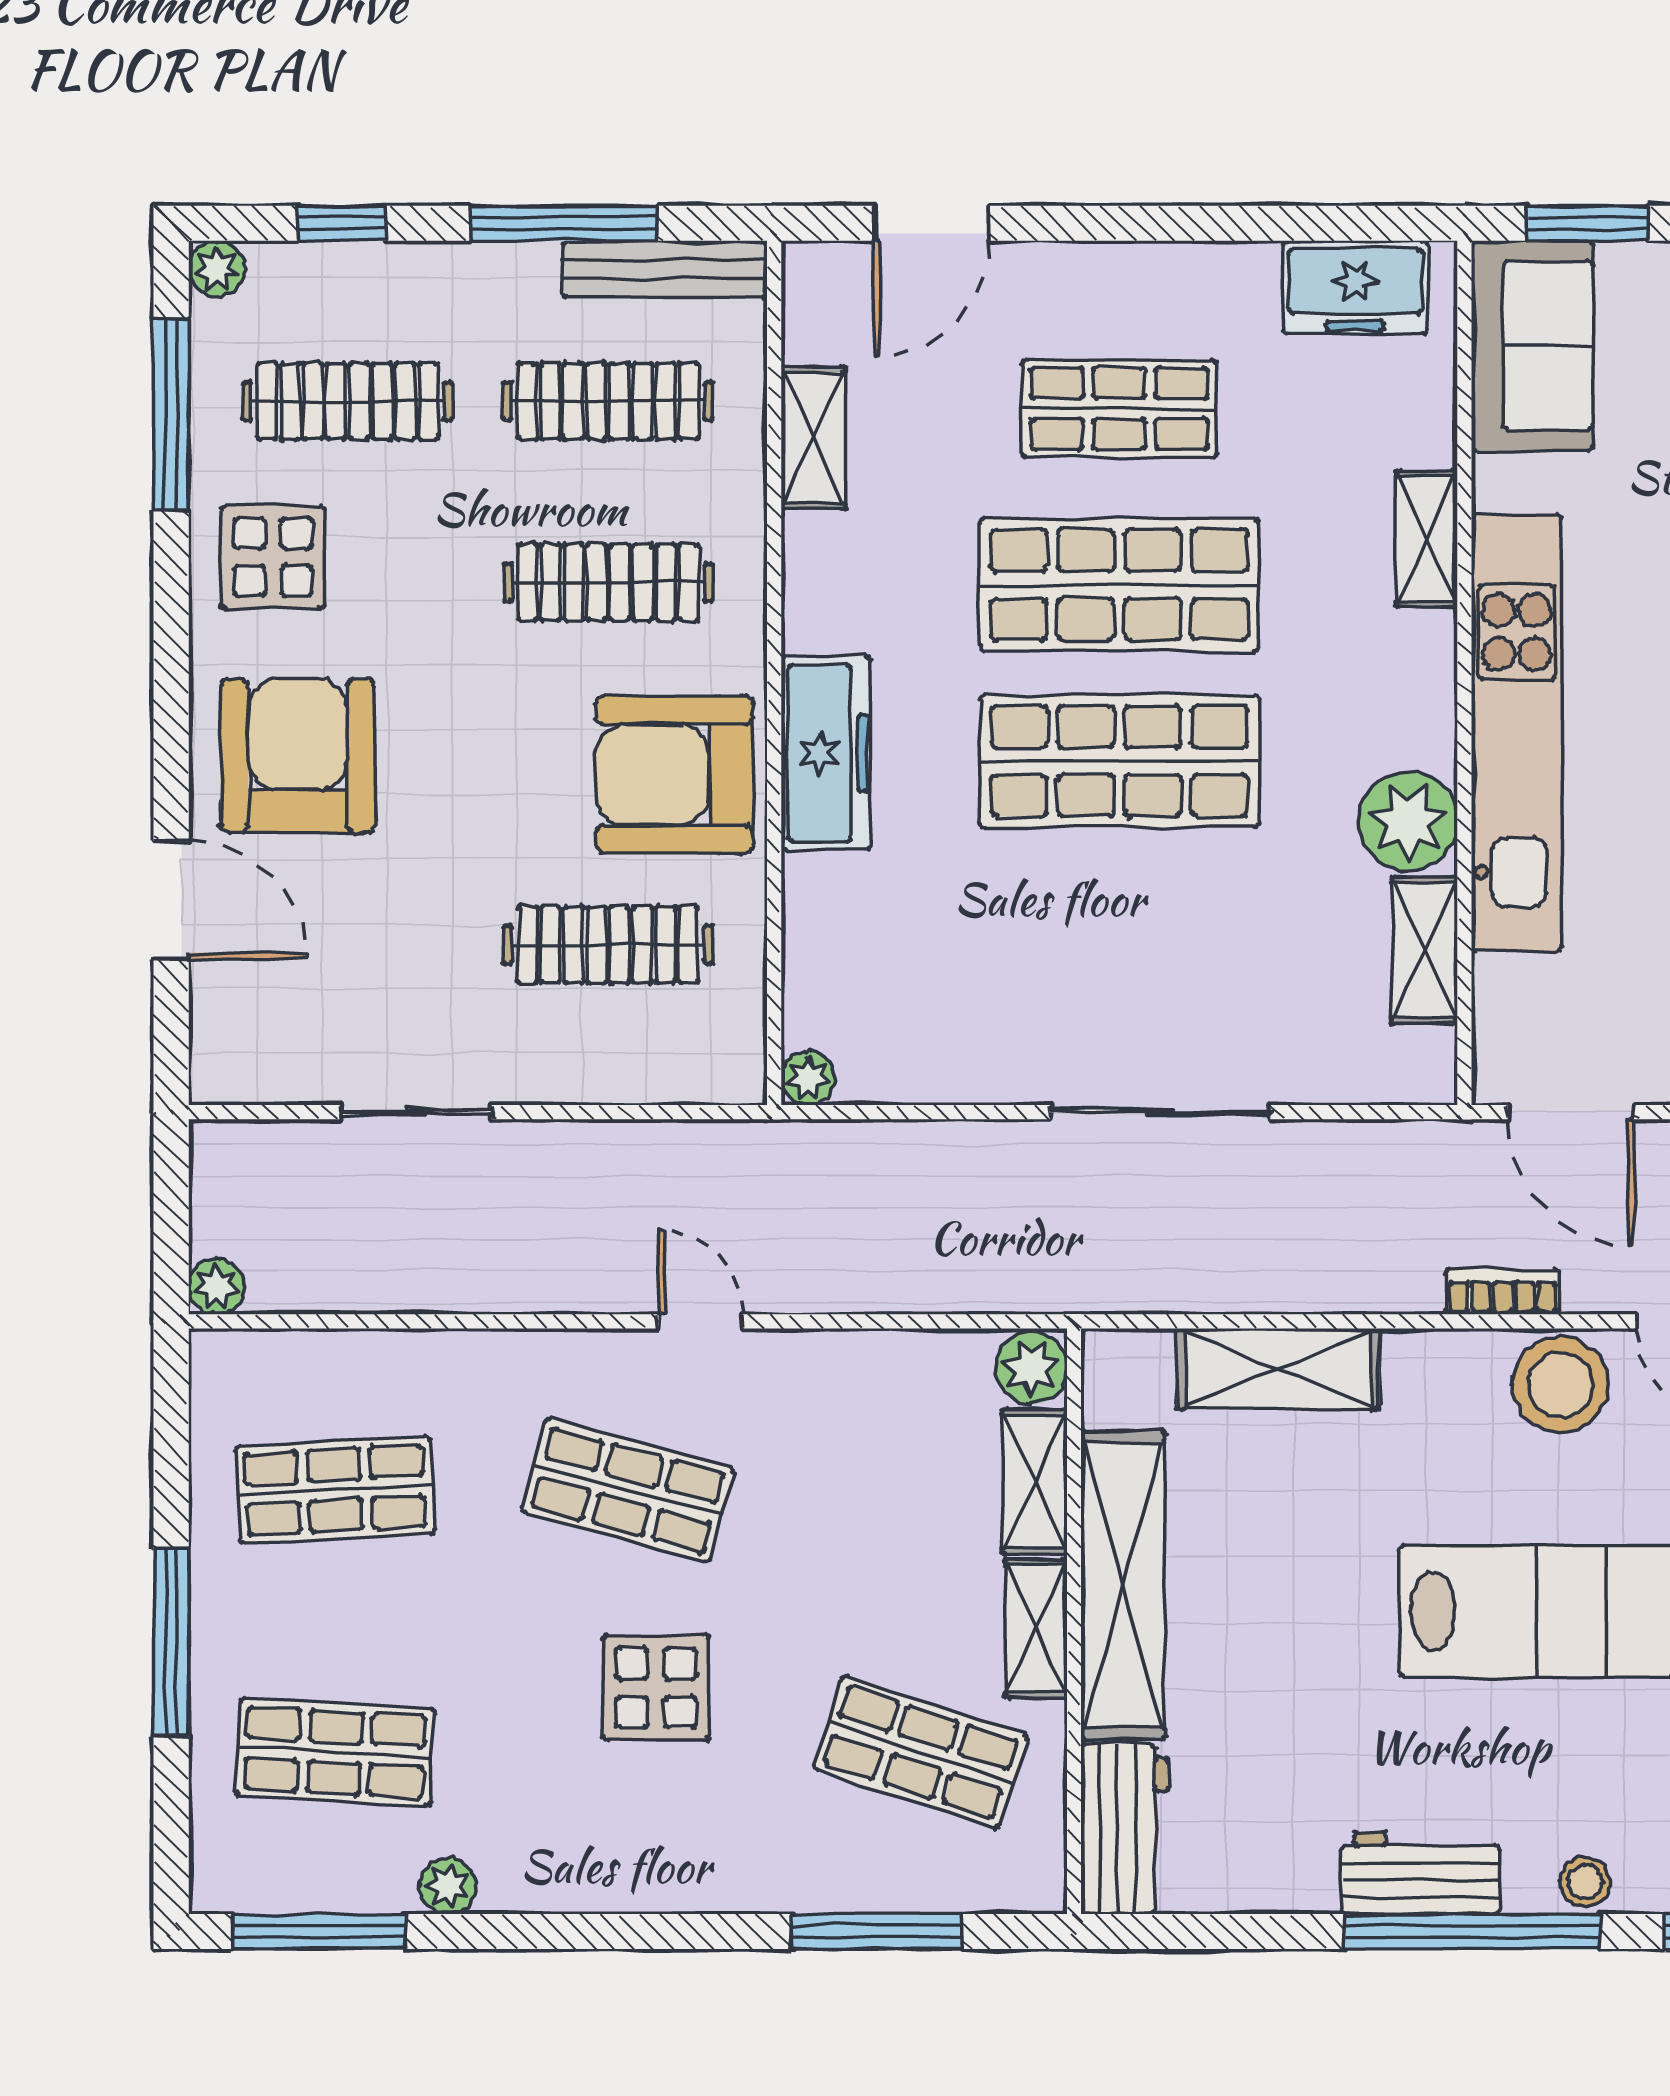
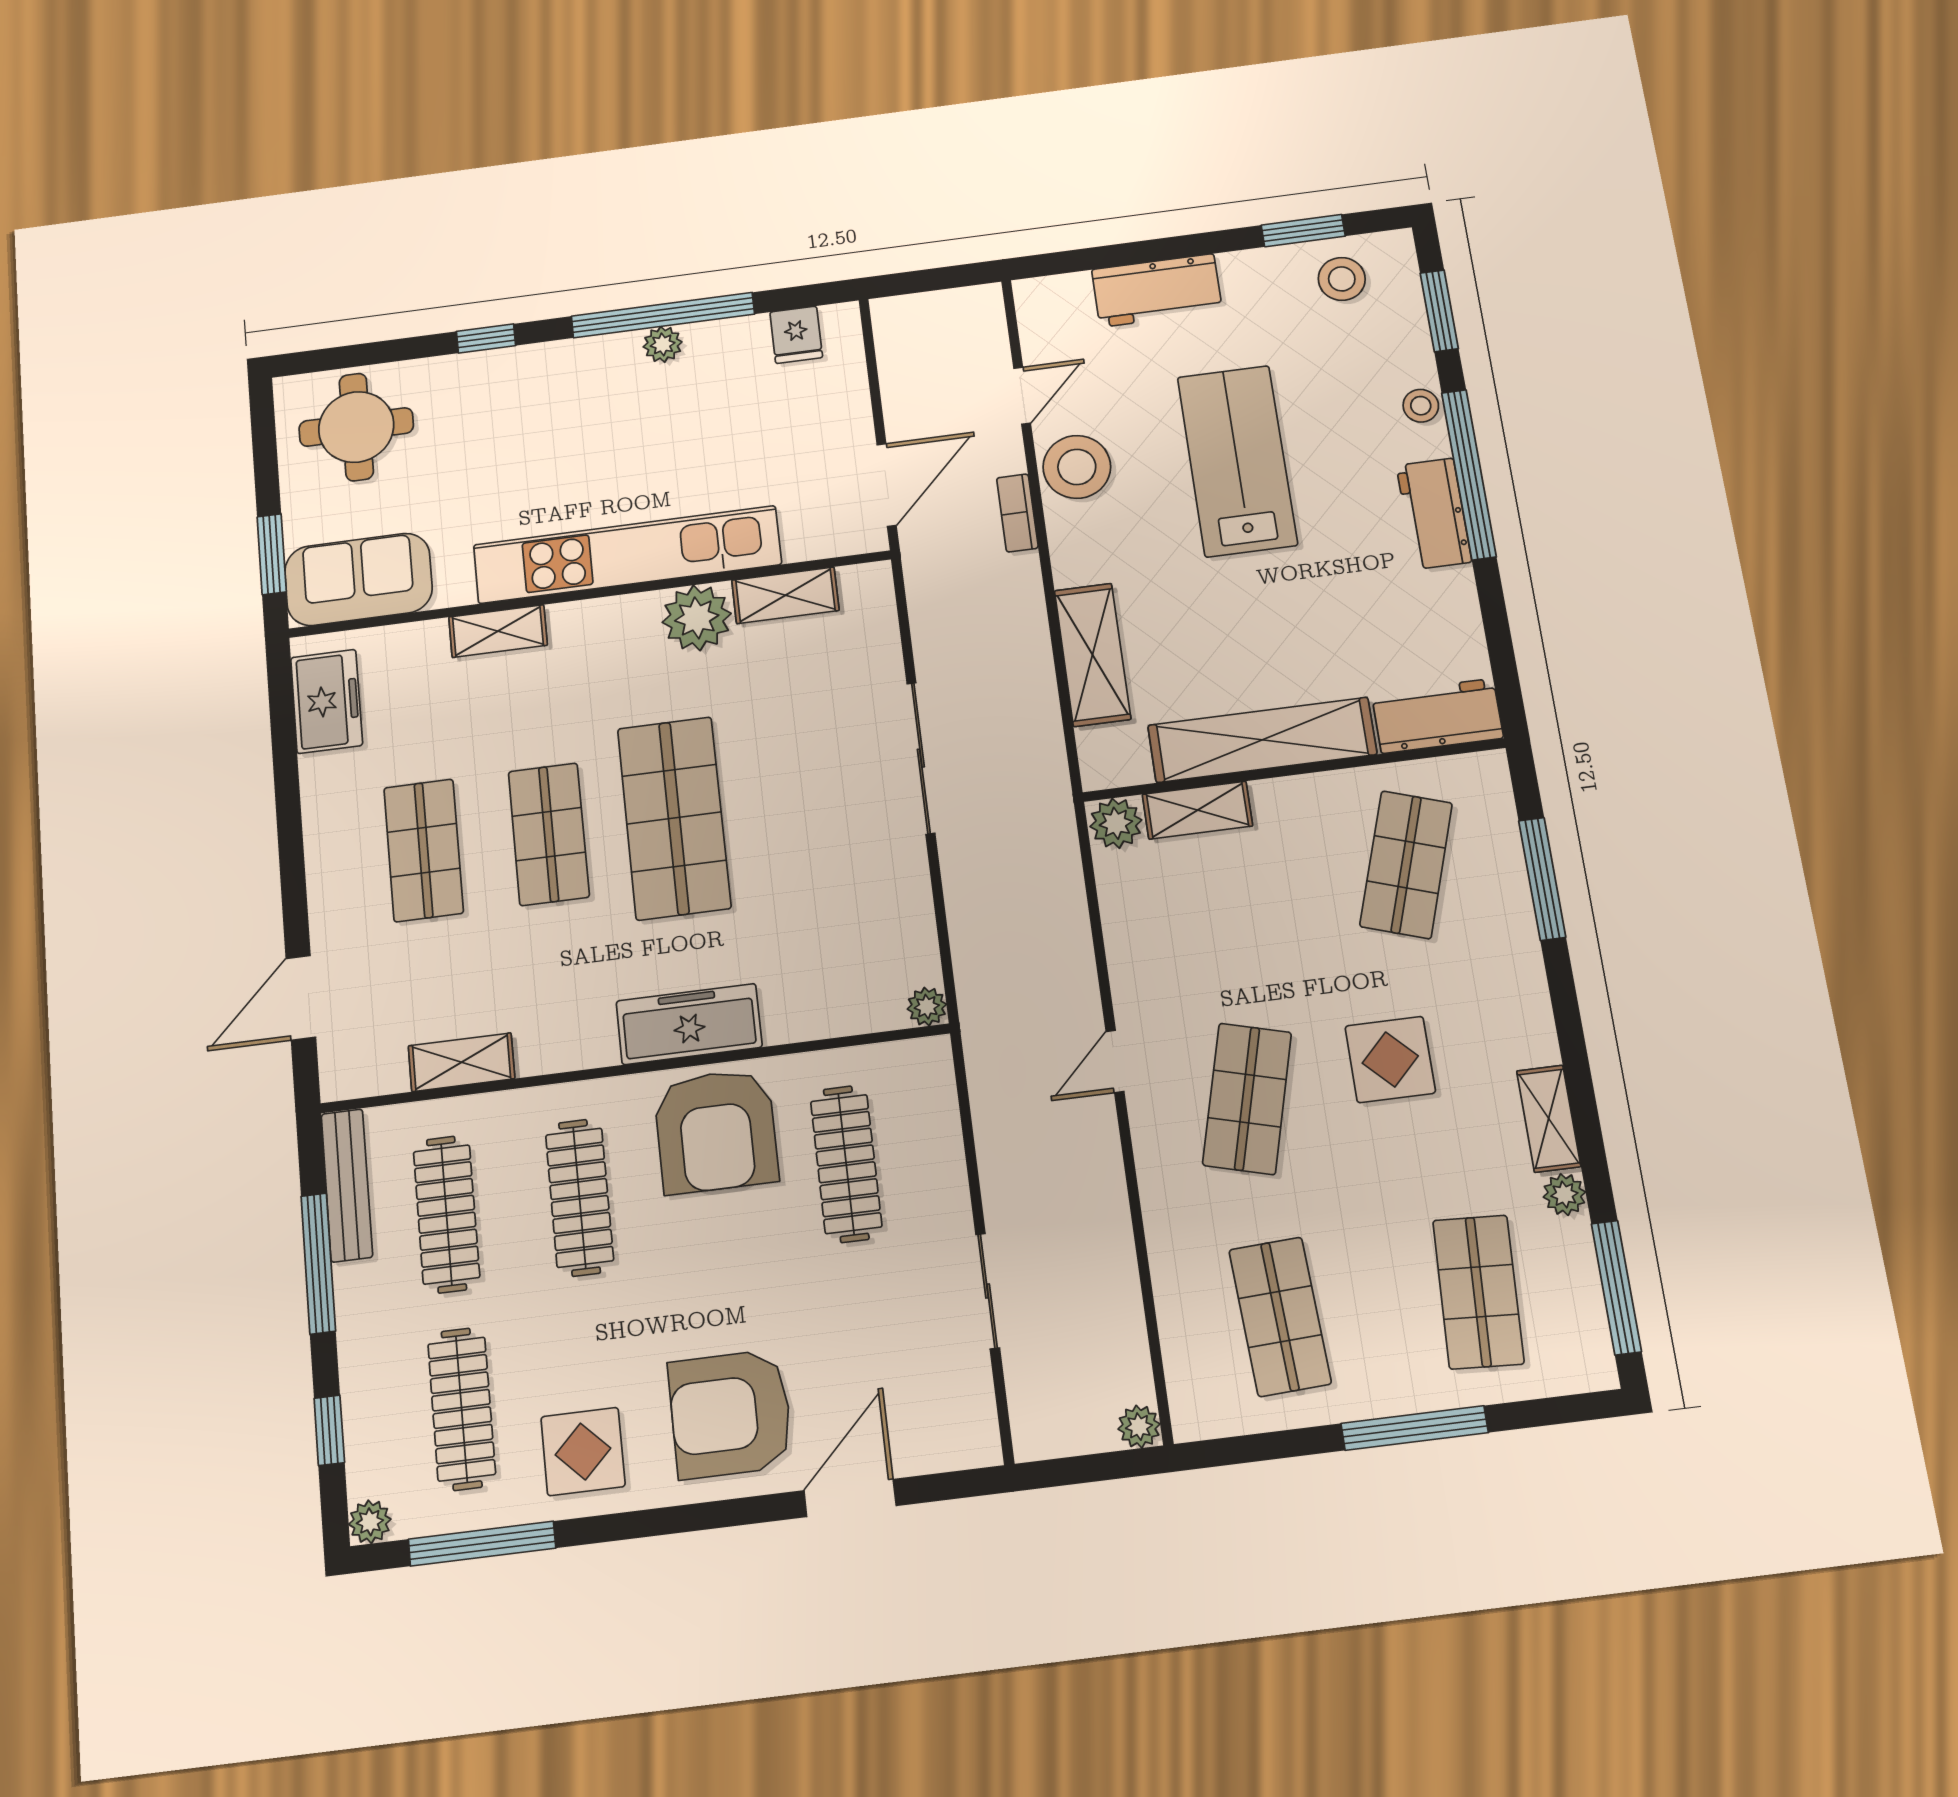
door: (932, 223) -> (301, 998), swing flipped
shop shelf: (1119, 585) -> (549, 834), width x0.70, depth x0.74
shelving: (1036, 1628) -> (1549, 1119), moved, turned 90

